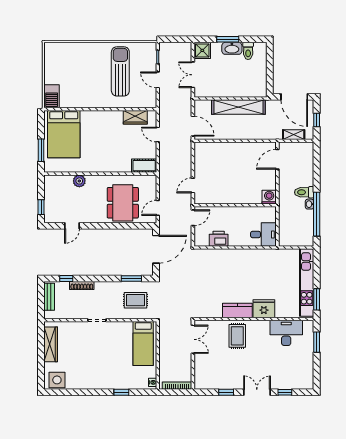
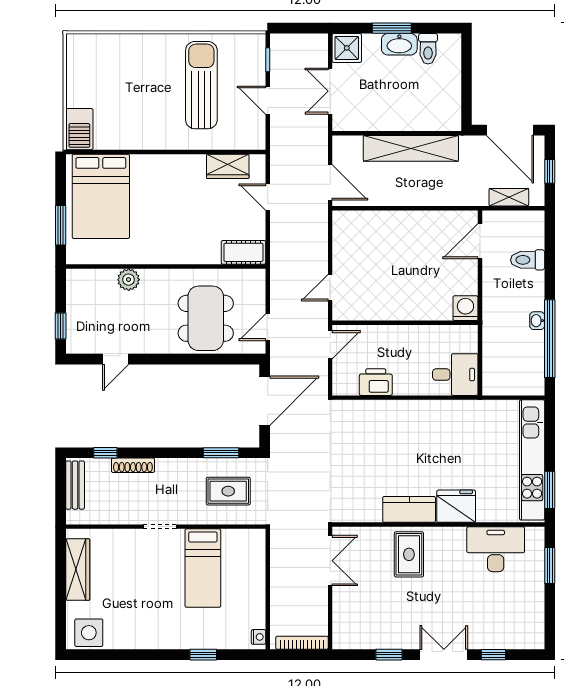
toilet: (304, 192) -> (528, 260), moved
bed: (143, 344) -> (203, 568), moved

